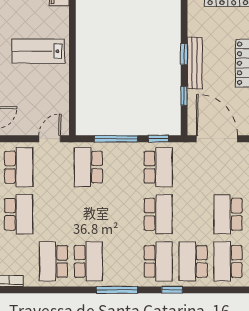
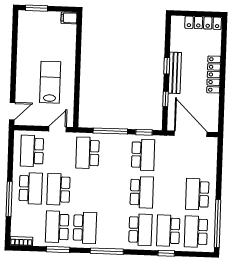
lab bench: (38, 51) -> (50, 82), moved, turned 90
school desk: (19, 167) -> (32, 151), turned 180
school desk: (53, 214) -> (58, 189), added
window: (56, 290) -> (58, 249), added
window: (172, 290) -> (166, 253), moved

